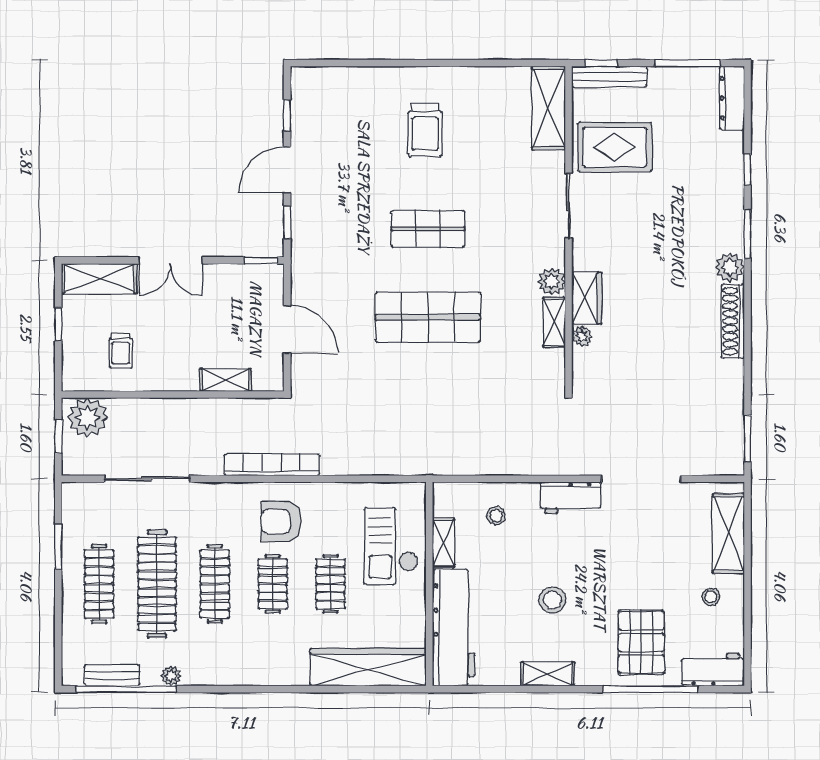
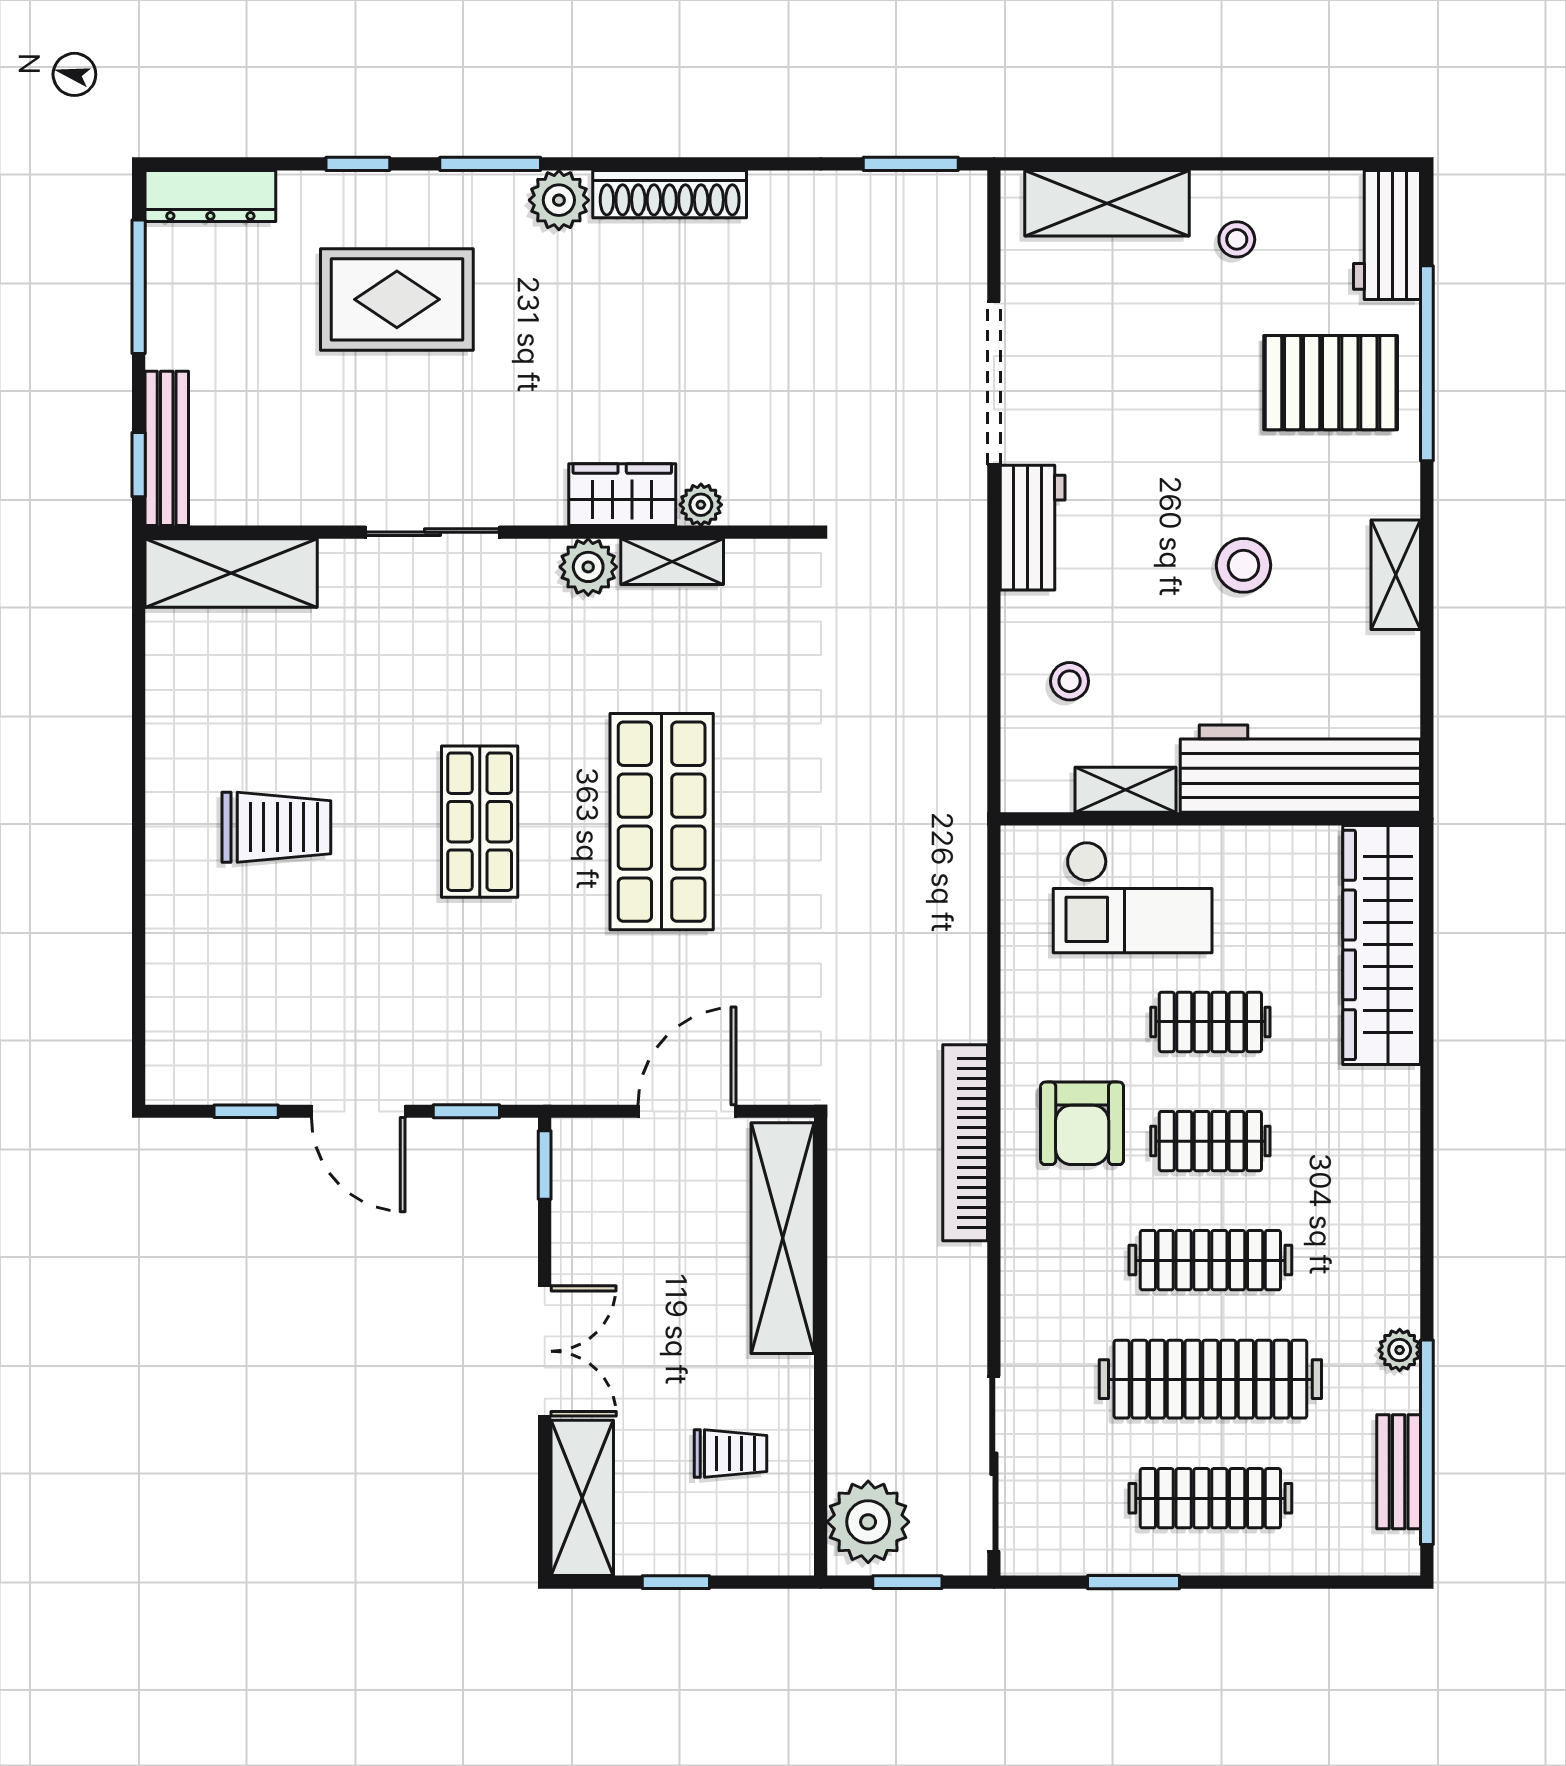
rug: (615, 147) -> (397, 299), moved, turned 90
shelving: (226, 380) -> (783, 1238), width x2.20, depth x1.33
sliding door: (147, 479) -> (994, 1464), moved

